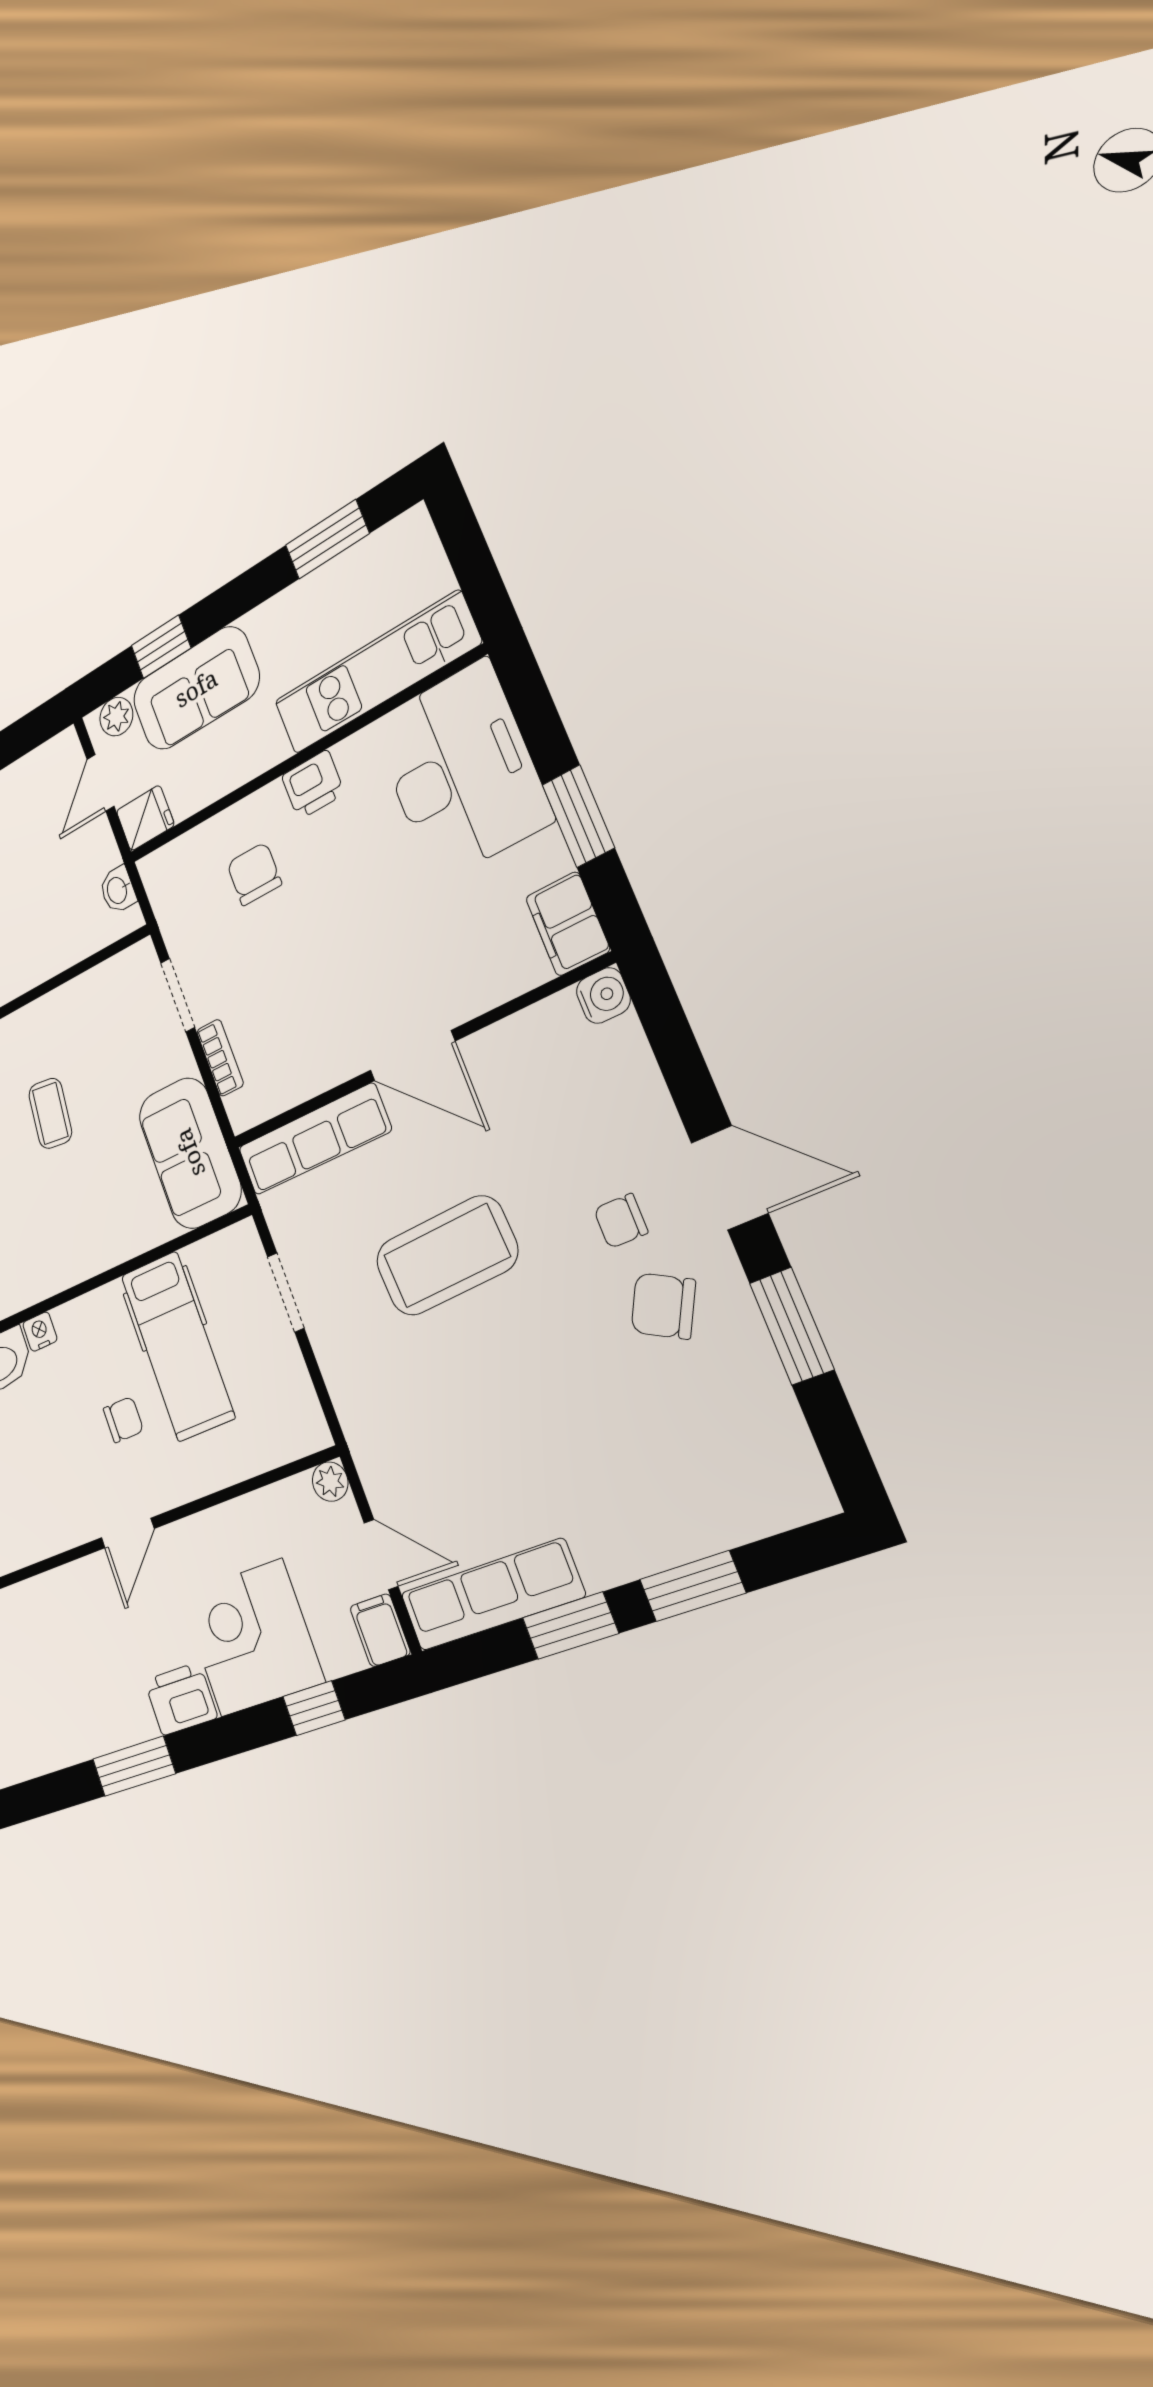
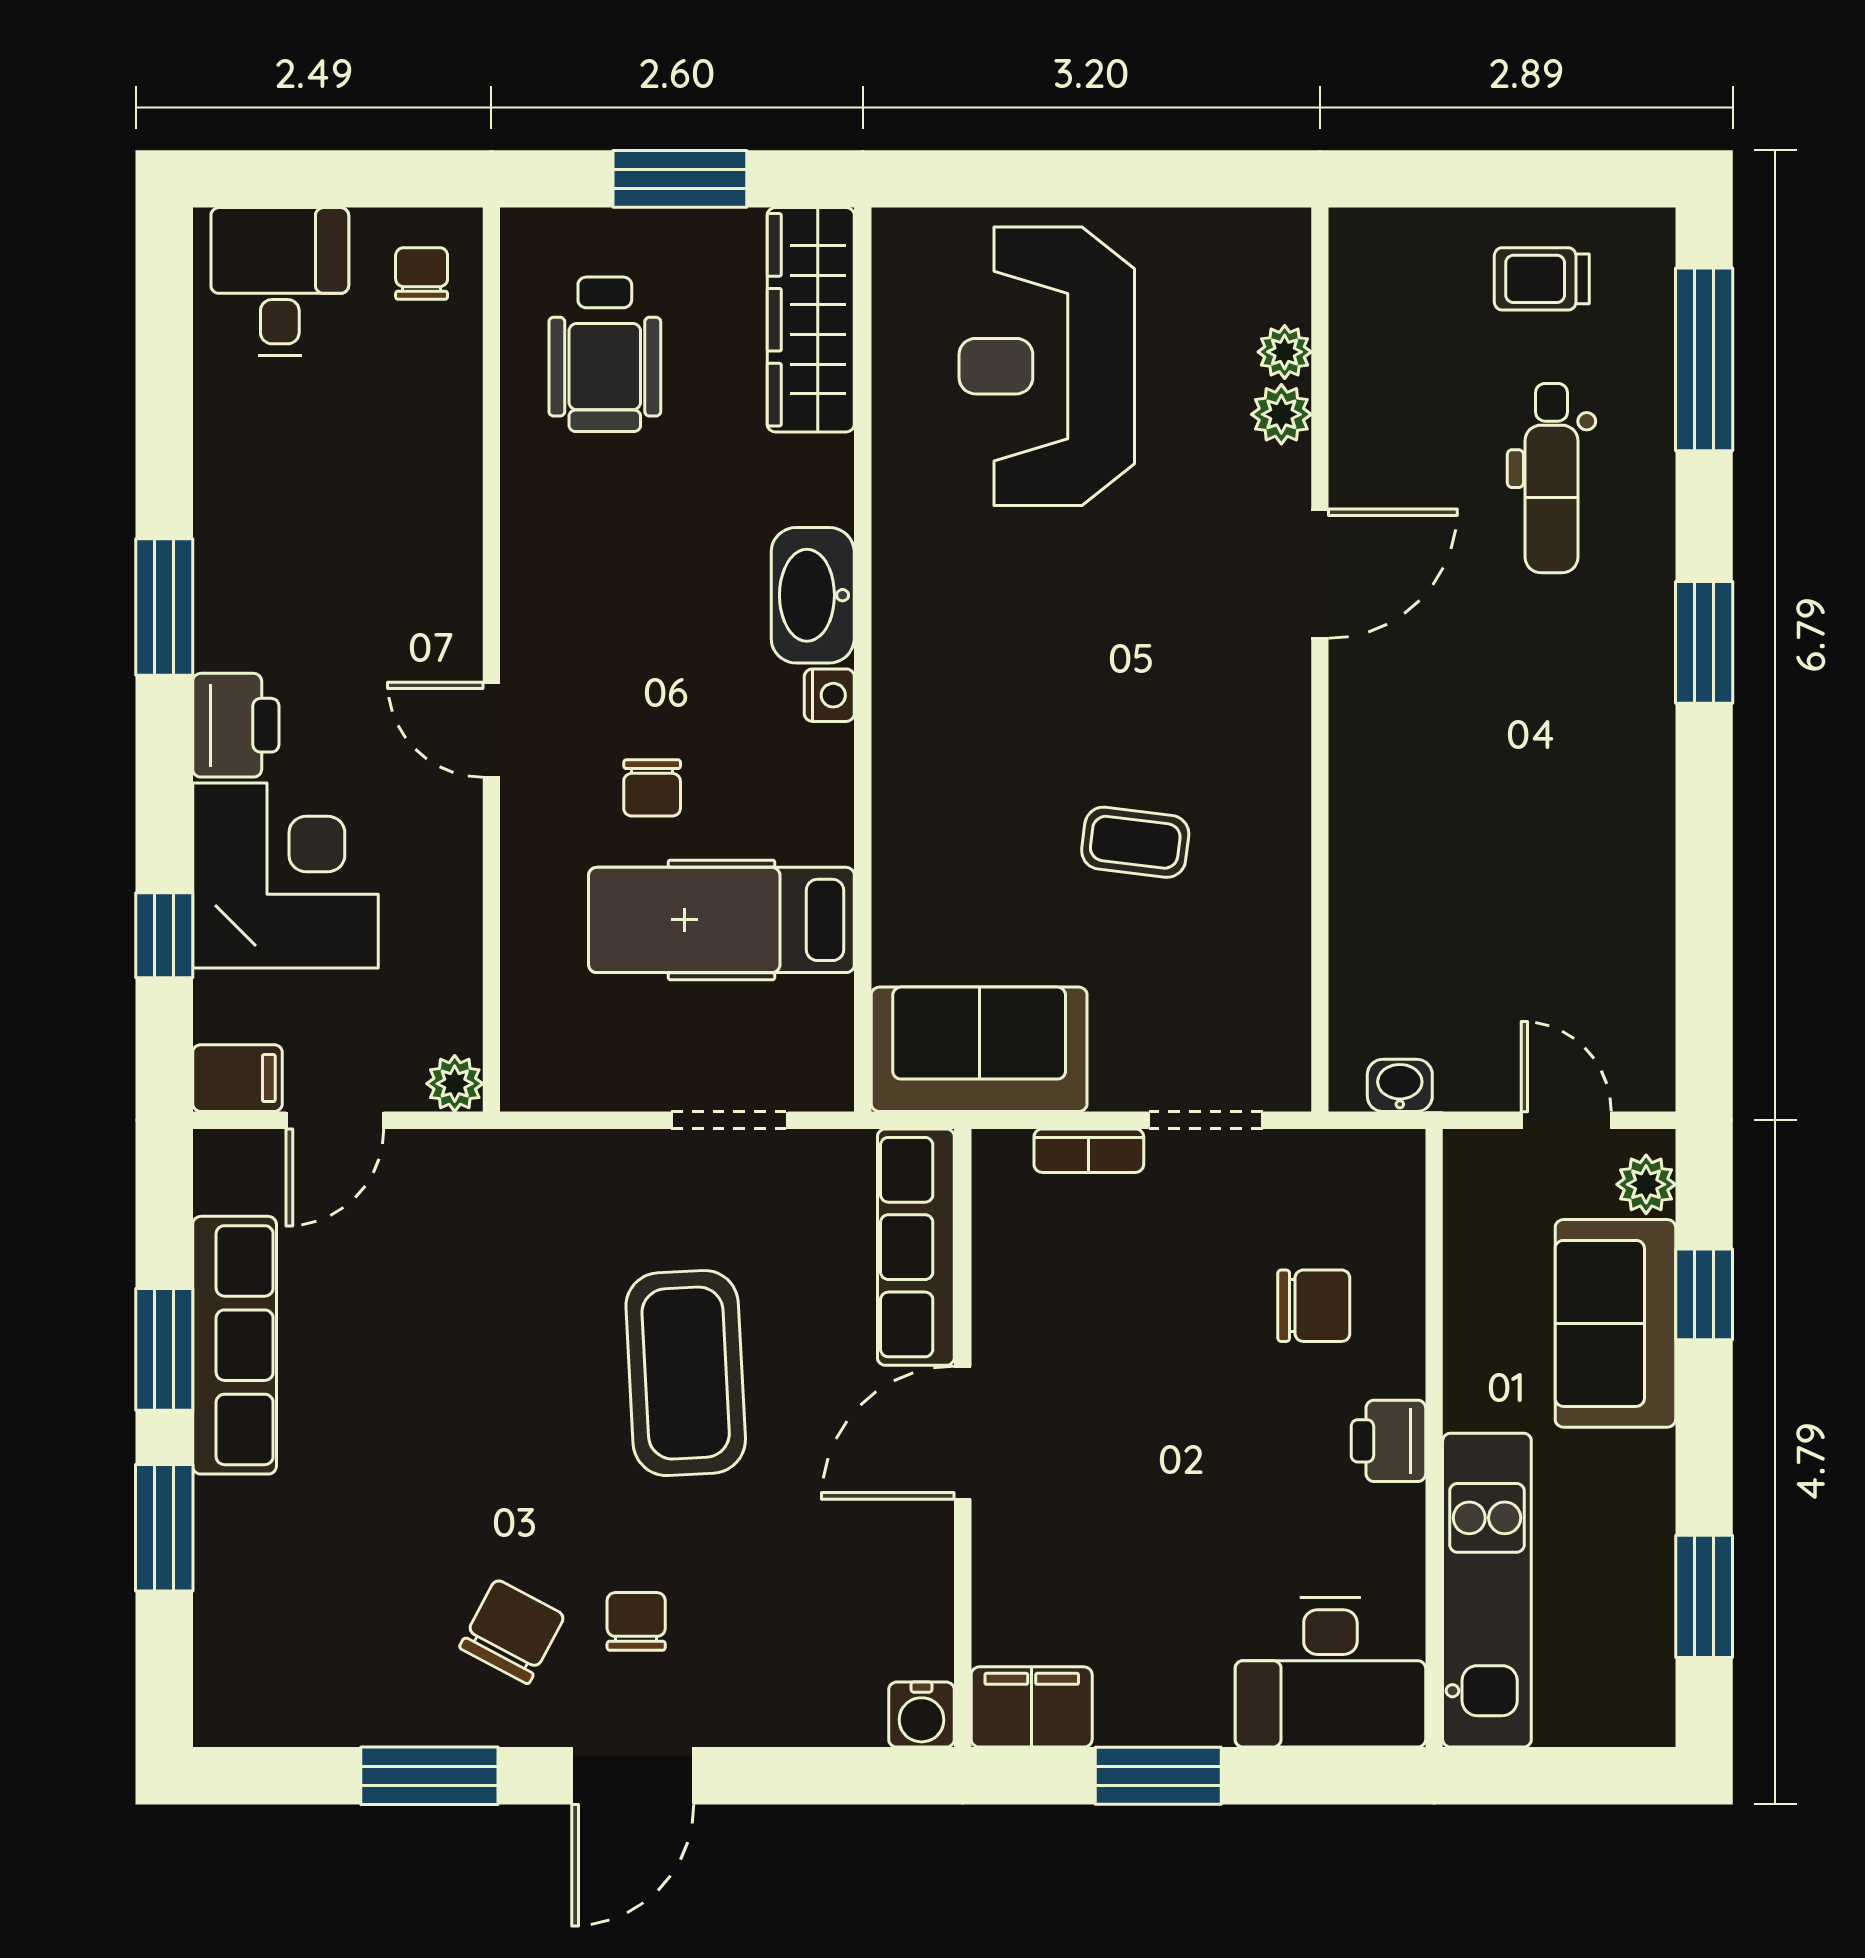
desk: (461, 771) -> (1330, 1672), width x0.73, depth x0.77
fridge: (145, 818) -> (1478, 1171), removed
row of seats: (492, 1595) -> (235, 1345), moved

